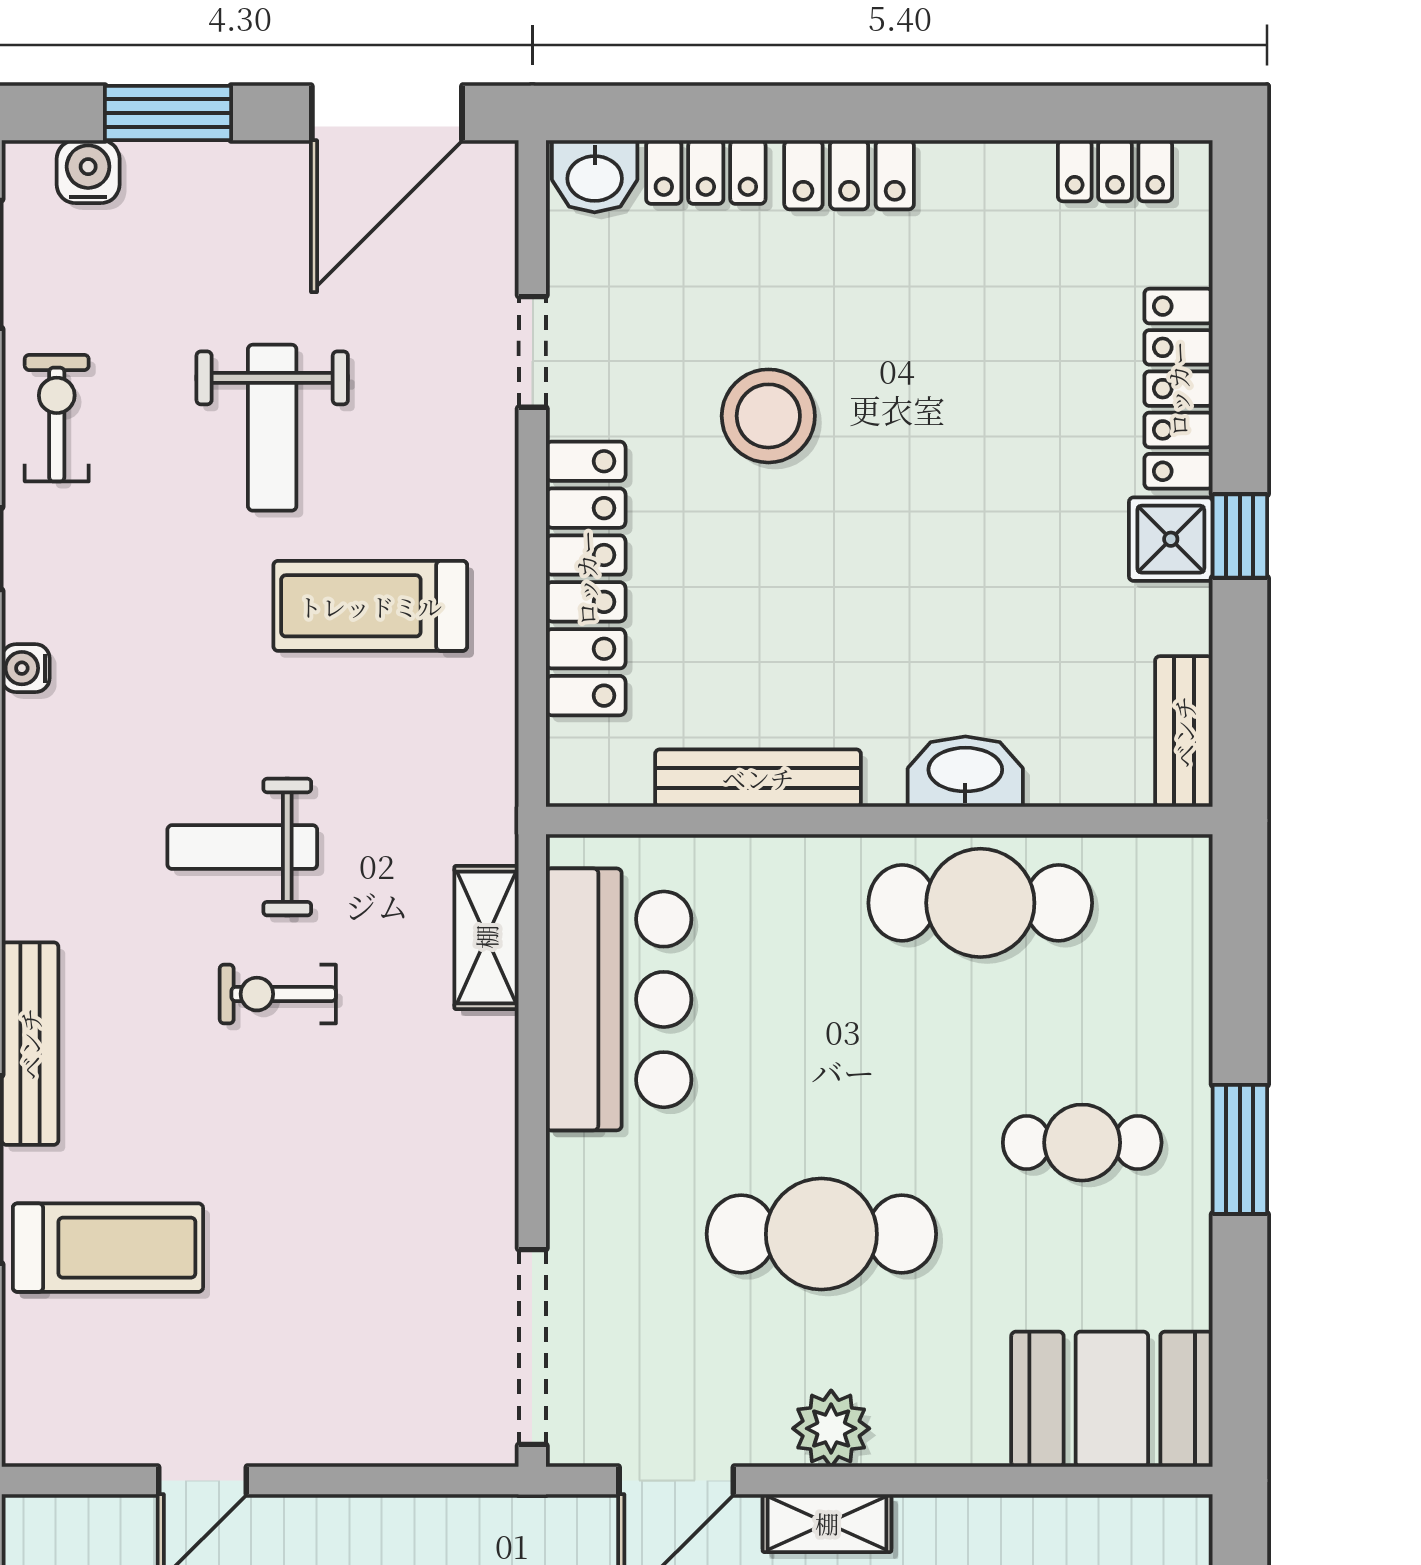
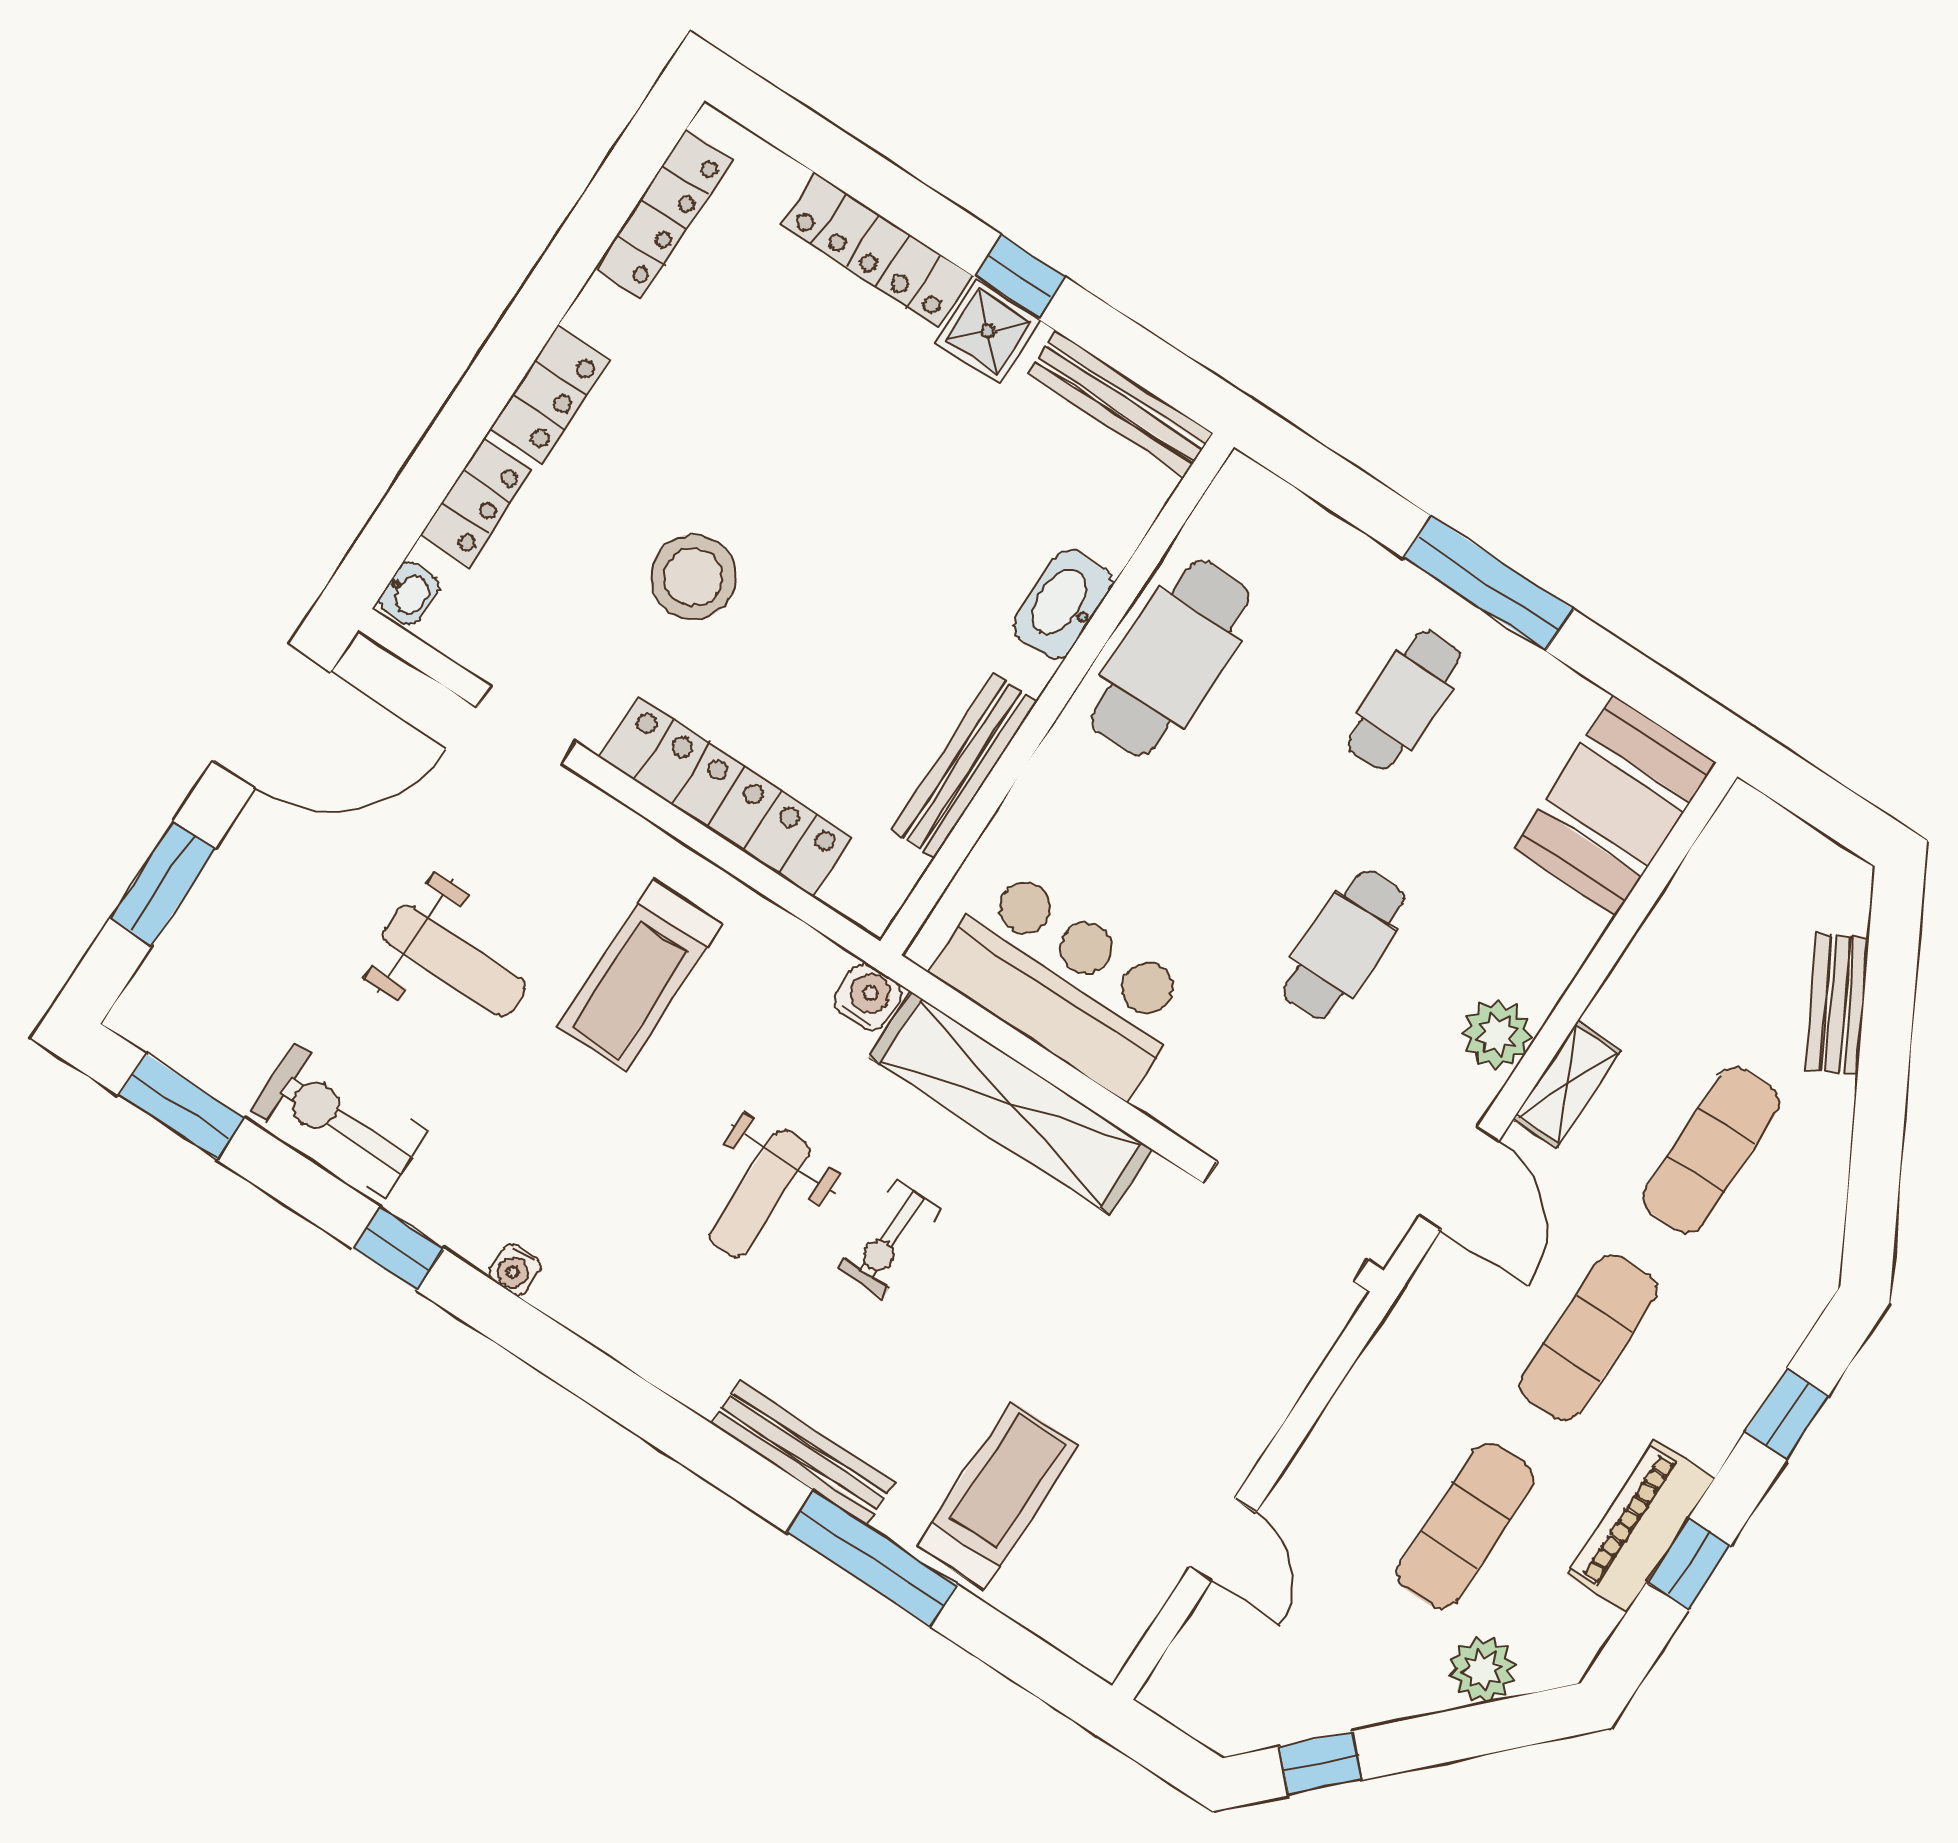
door: (387, 113) -> (272, 716), hinge flipped
locker: (1115, 171) -> (663, 214), width x1.53
water cooler: (88, 172) -> (868, 997), moved, turned 90
washbasin: (595, 176) -> (409, 593), width x0.72, depth x0.69
exercise bike: (57, 418) -> (340, 1121), width x1.38, depth x1.39
bench: (1184, 732) -> (1120, 404), width x1.36
shelving: (486, 937) -> (1011, 1103), width x2.20, depth x1.33
window: (1240, 1149) -> (1488, 583), width x1.44
cafe table: (821, 1234) -> (1344, 945), width x0.73, depth x0.74

